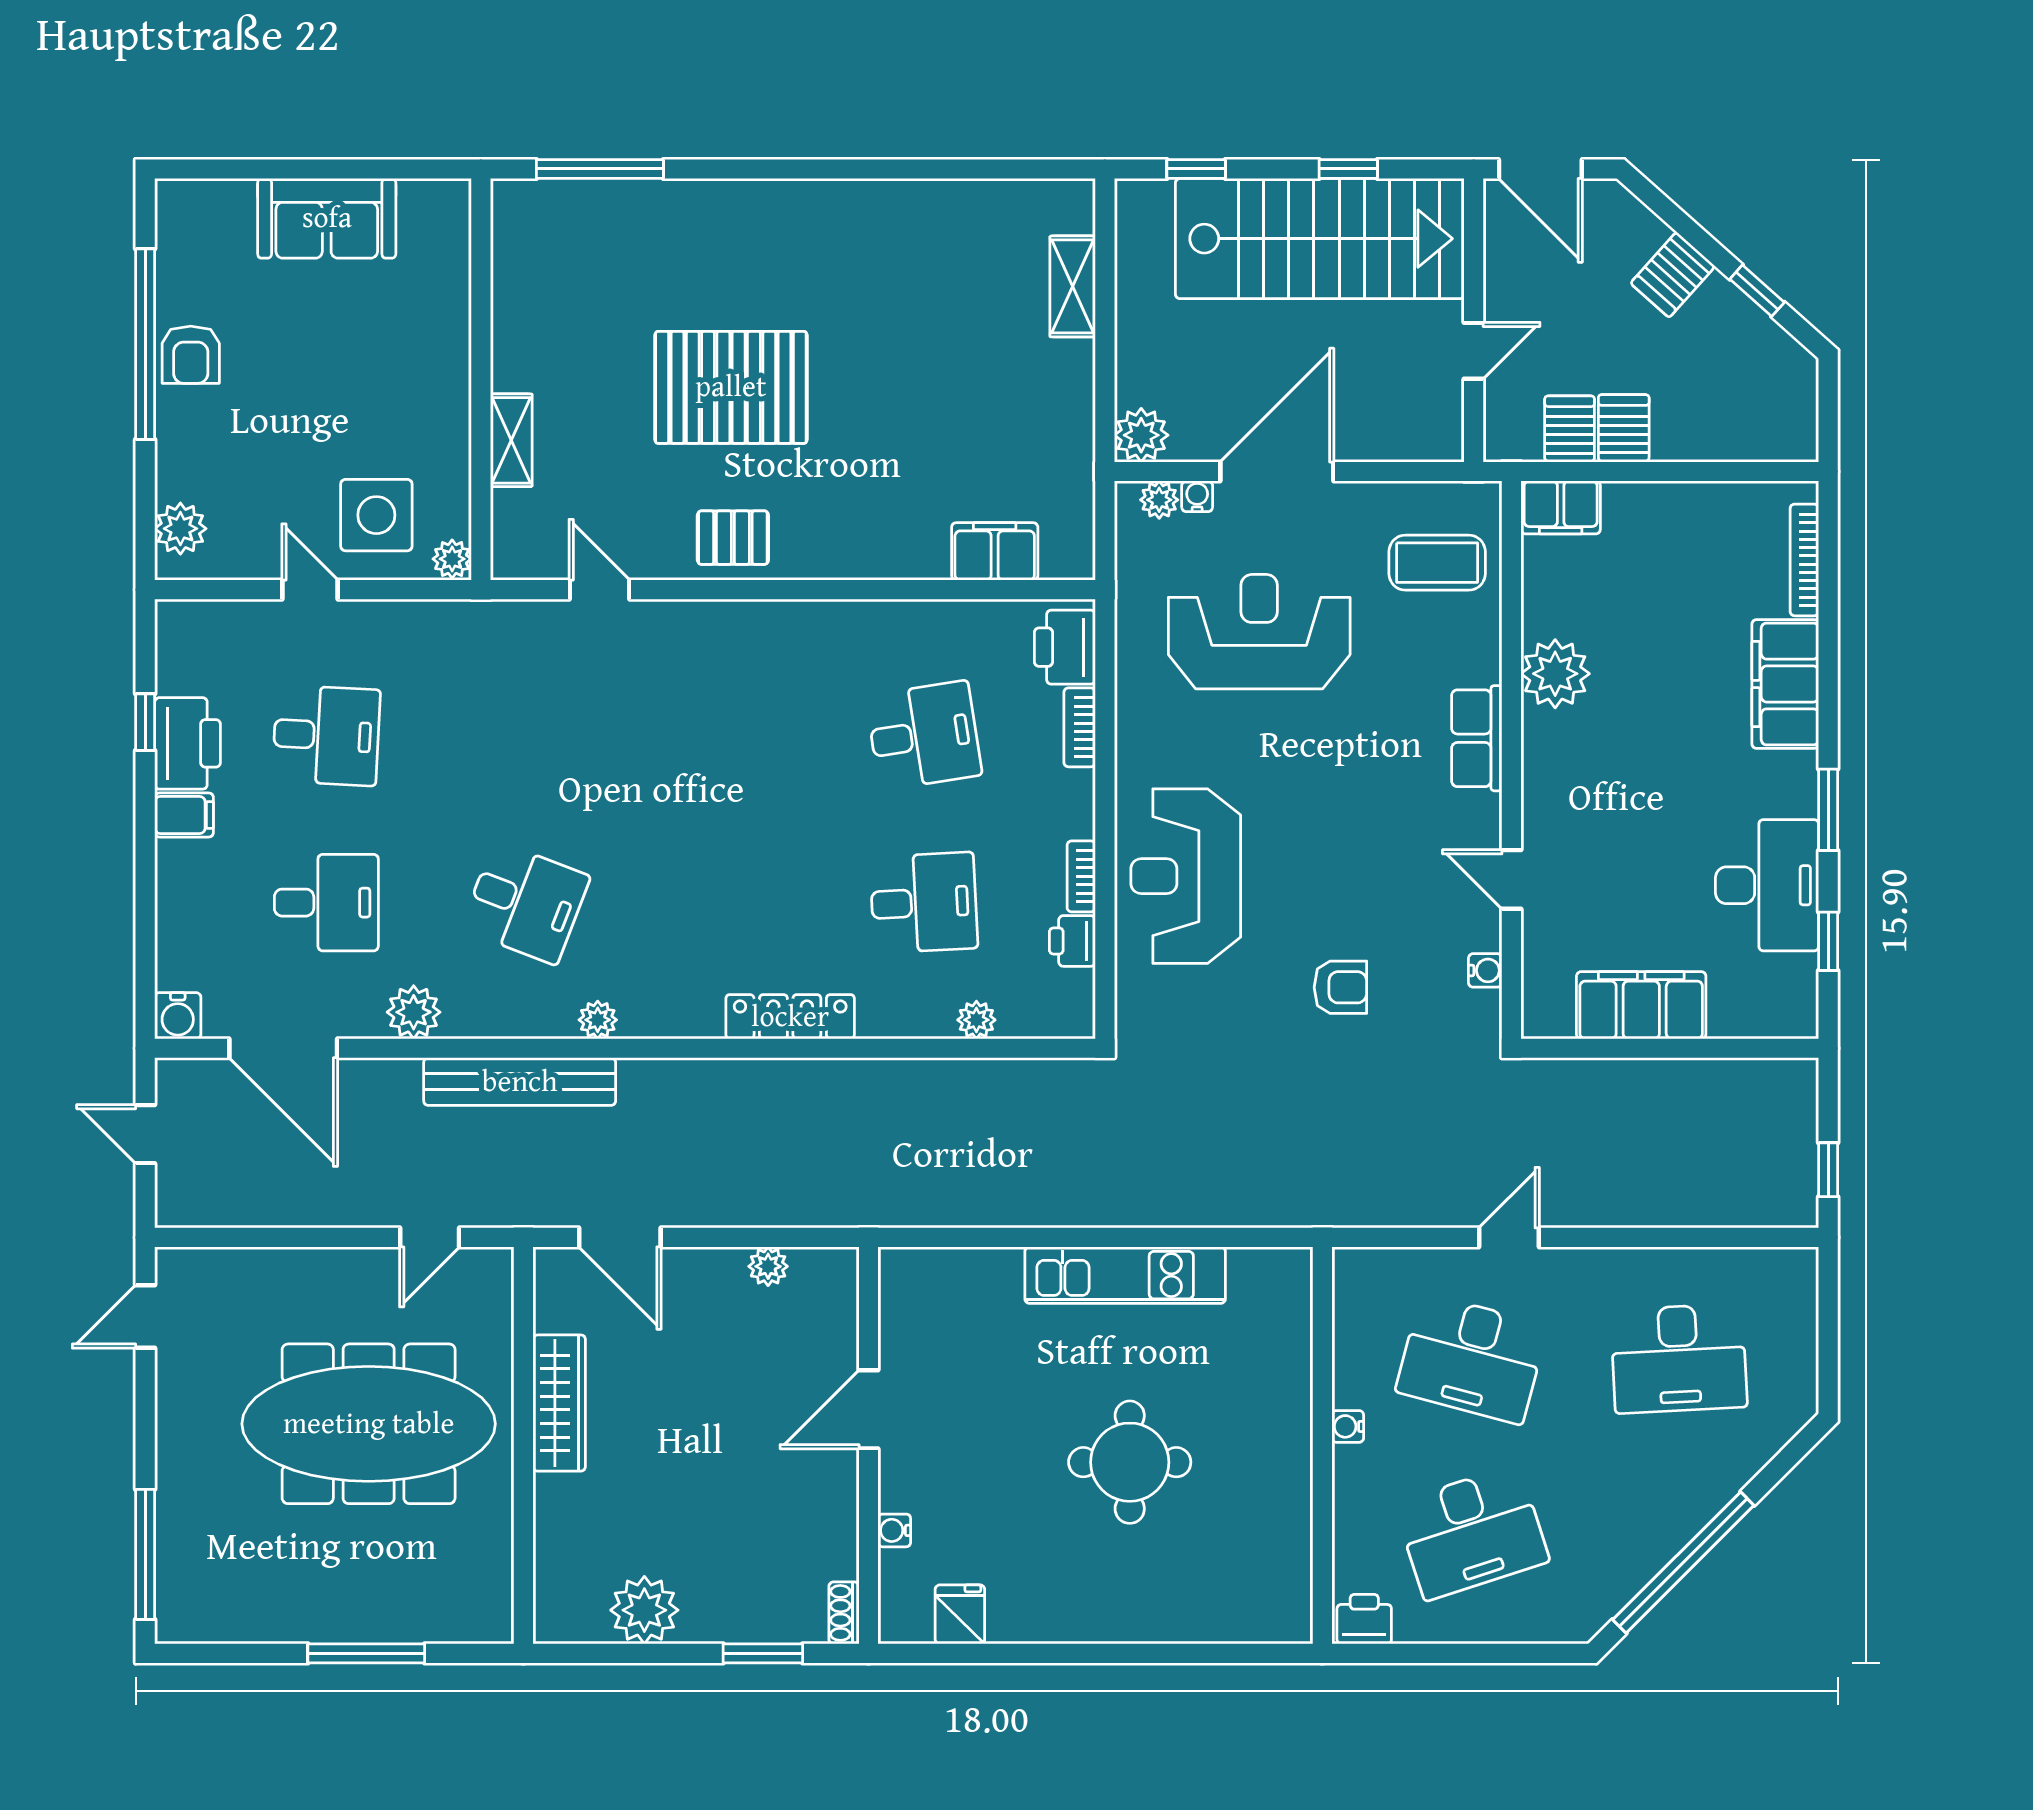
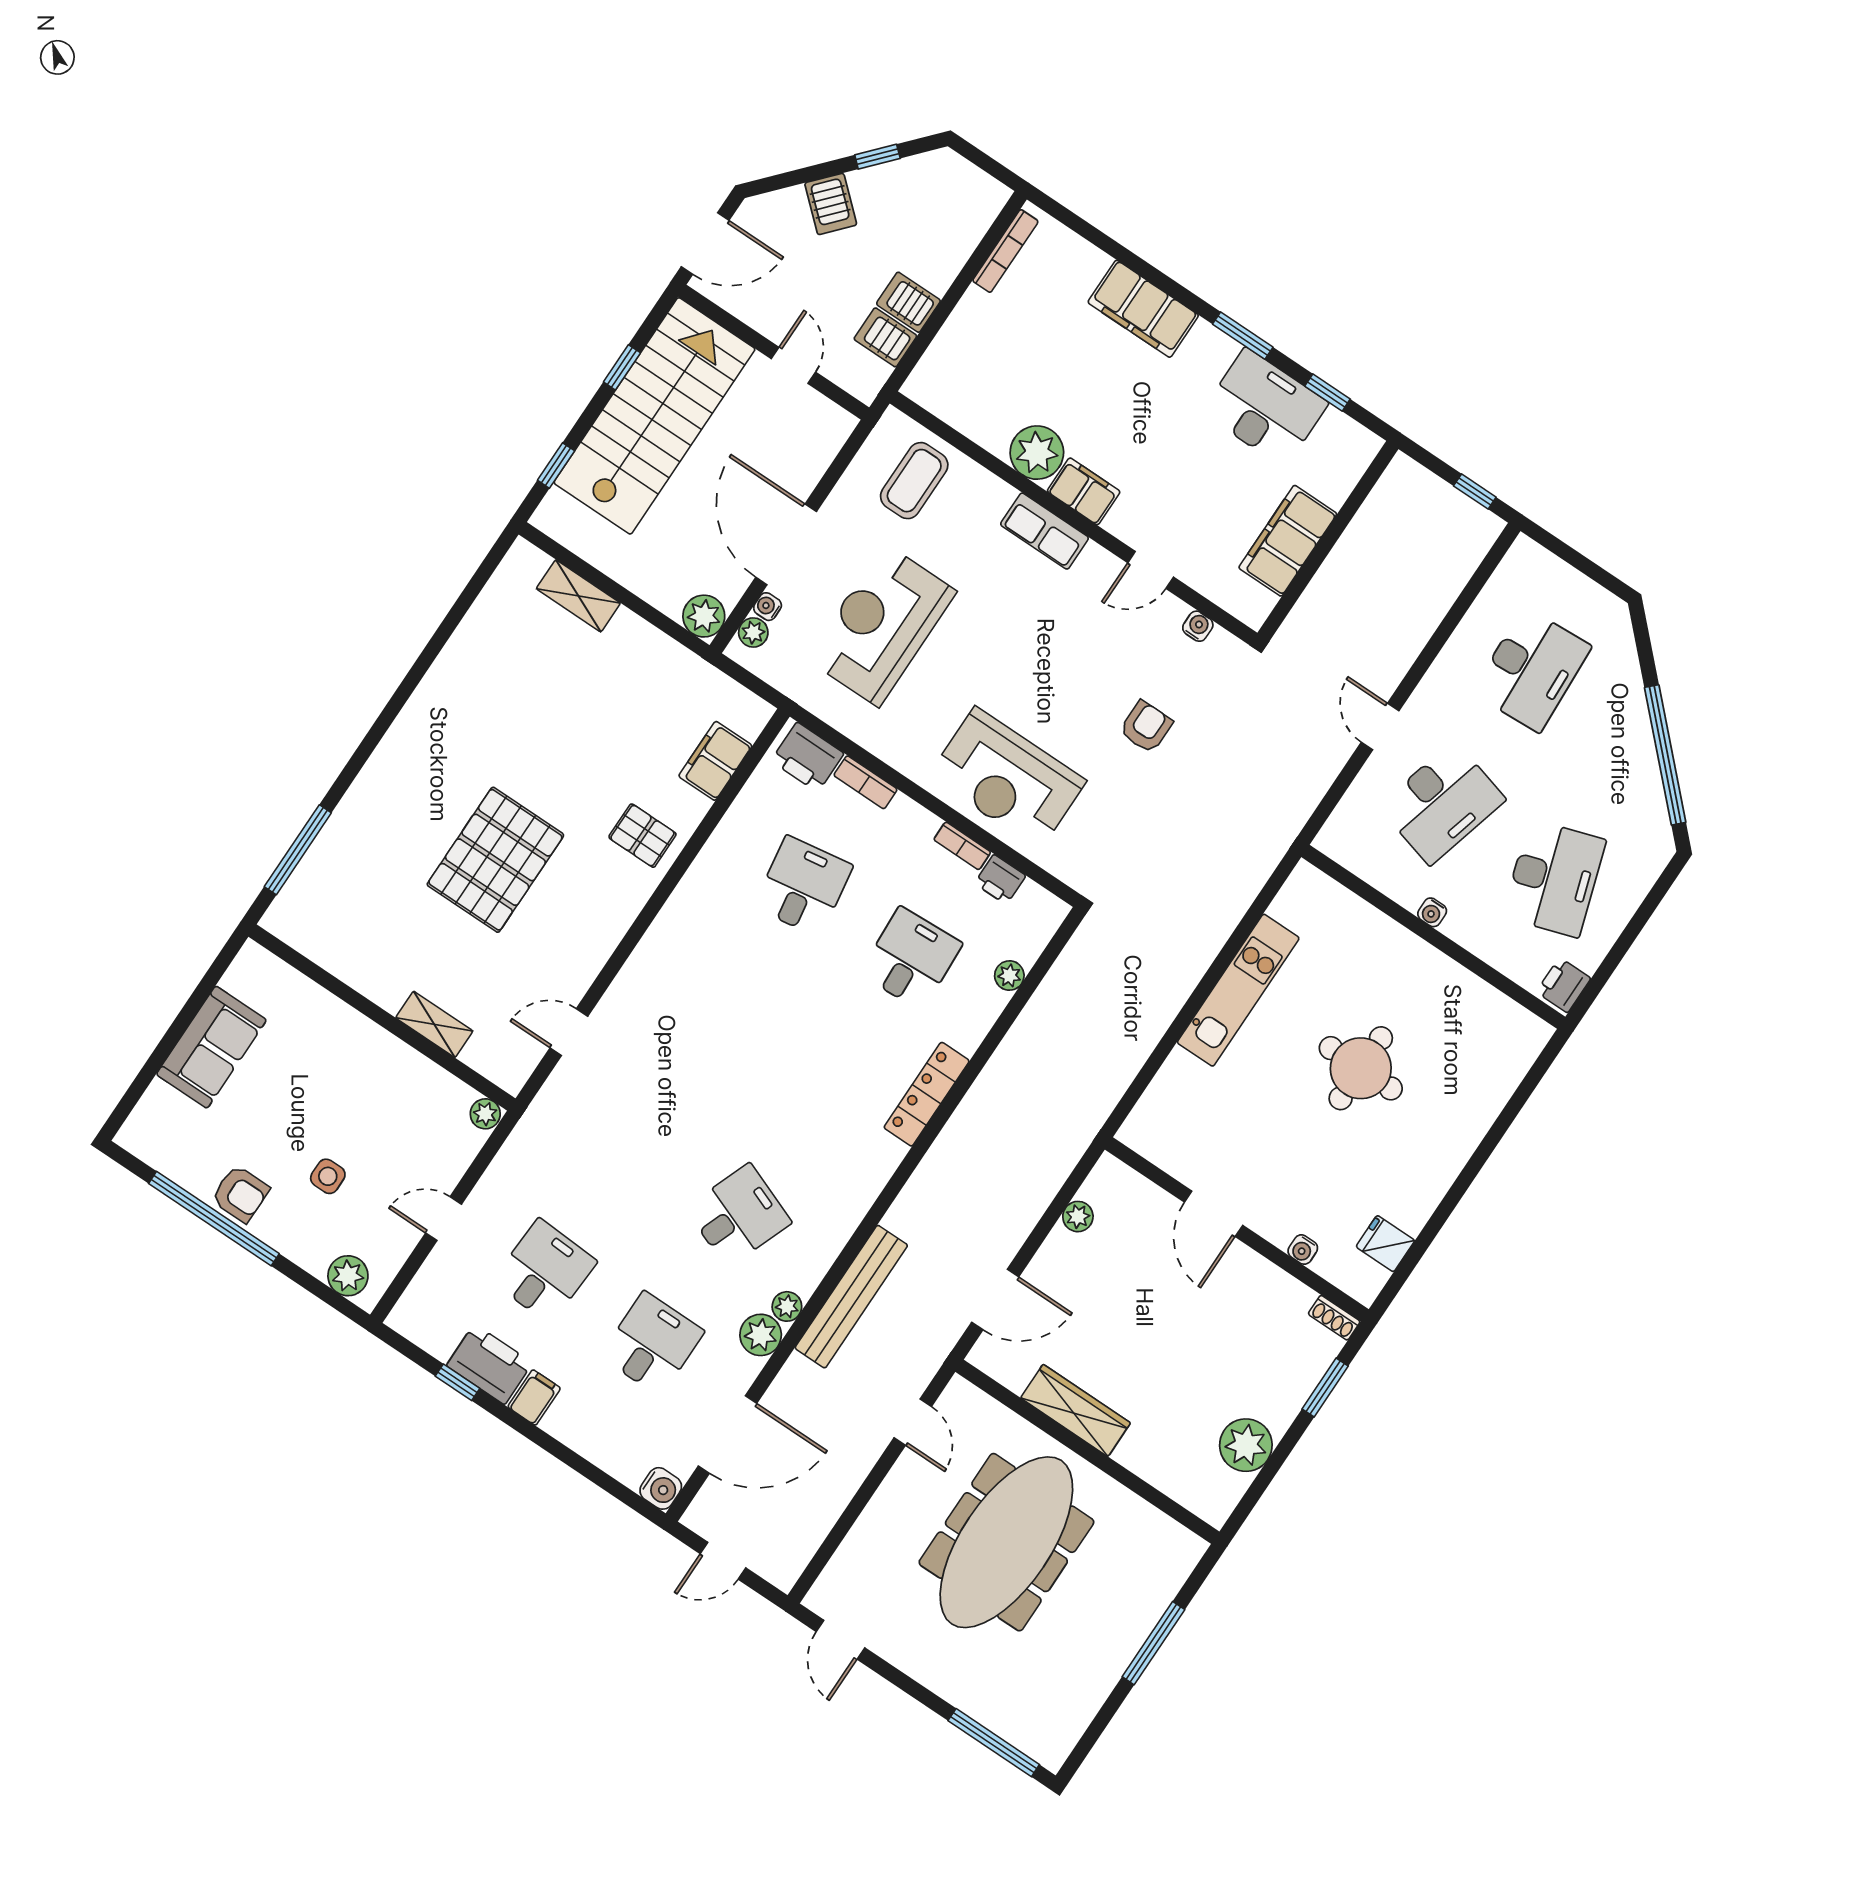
filing cabinet: (1561, 507) -> (1084, 491), moved, turned -90
side table: (376, 515) -> (328, 1176), moved, width x0.54, depth x0.54
pallet: (733, 538) -> (642, 836), moved, turned 90
bookcase: (1804, 560) -> (1005, 251), moved, turned -90
plant: (598, 1020) -> (787, 1306), moved

